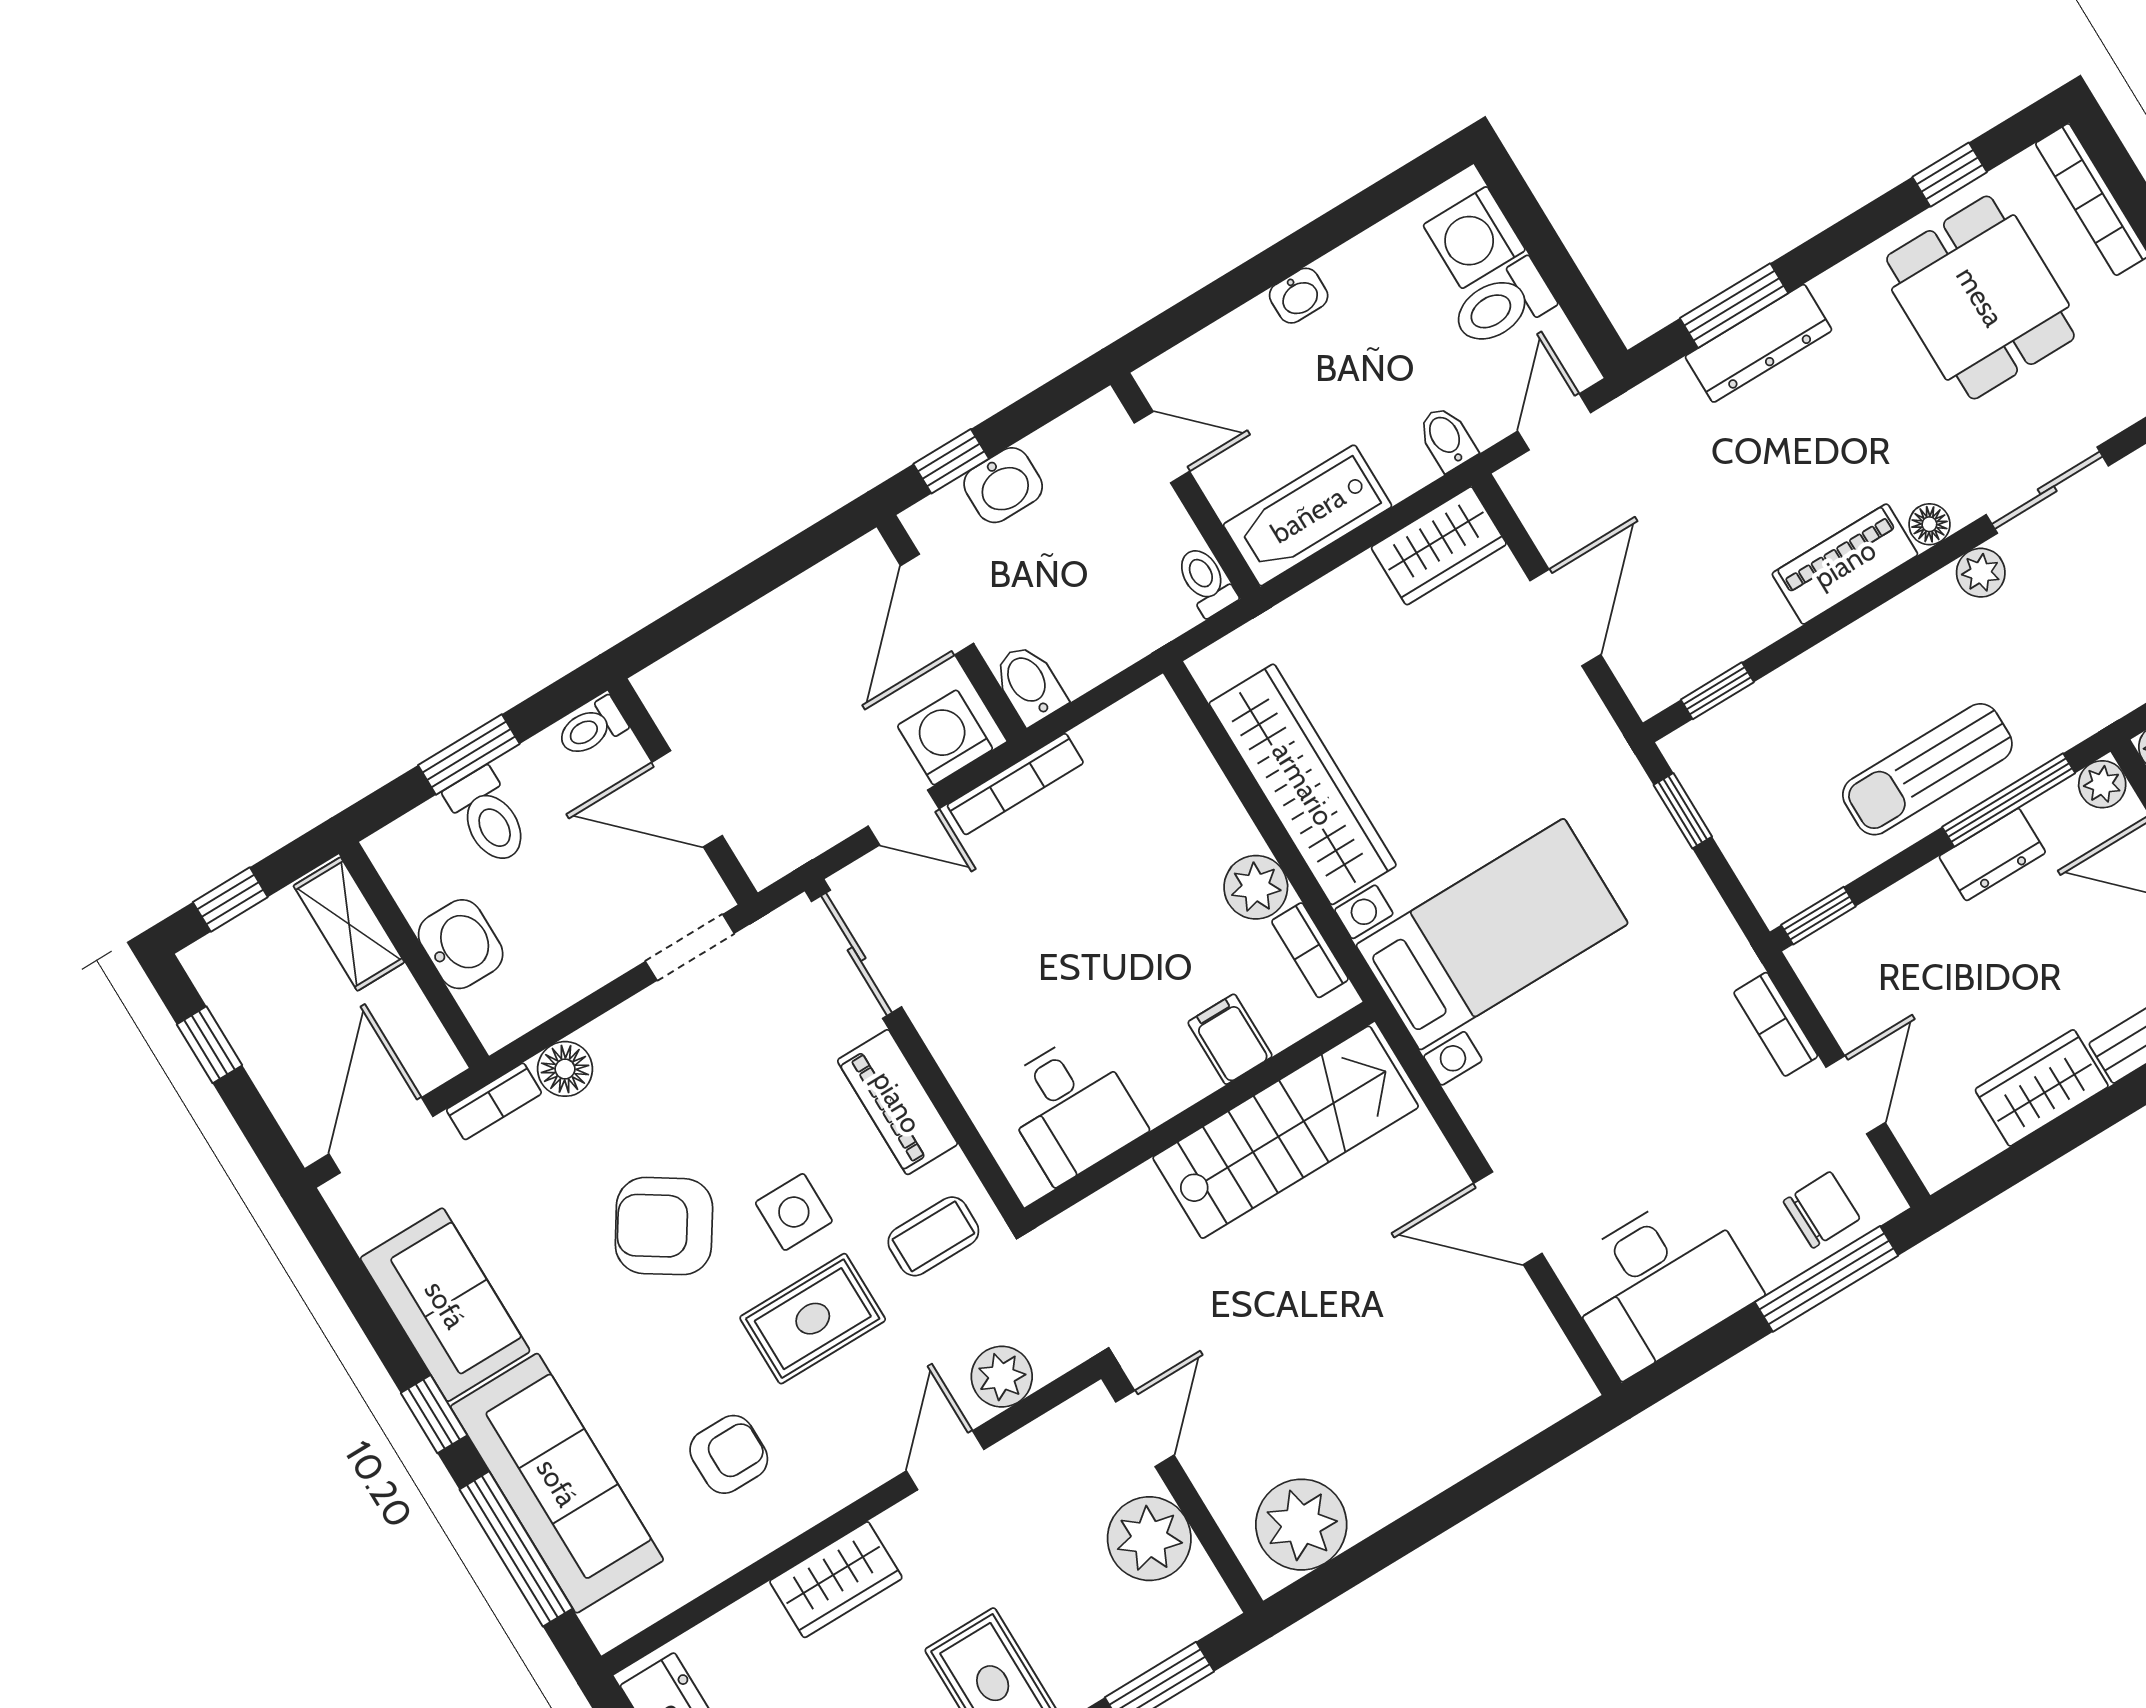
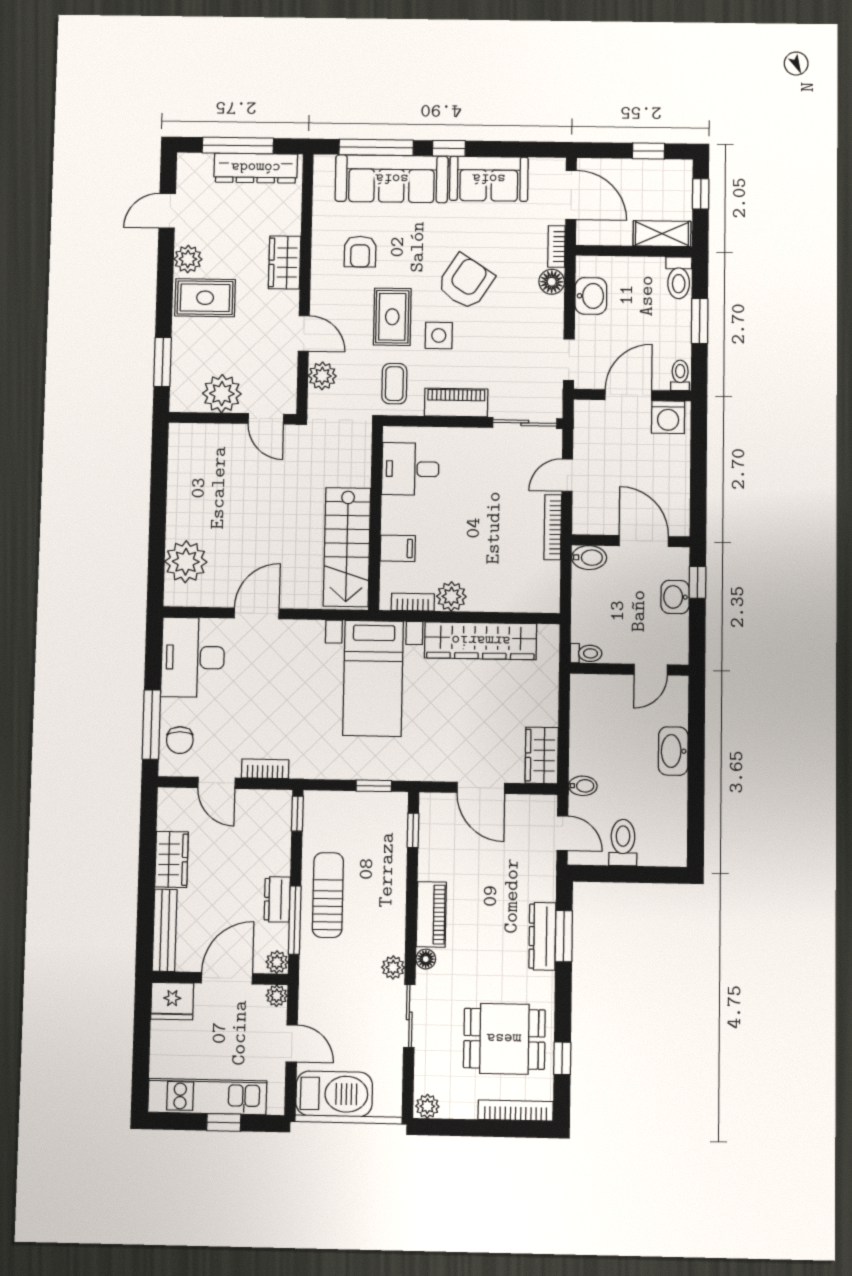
washing machine: (1474, 238) -> (657, 848), removed
washbasin: (1299, 296) -> (673, 751), width x1.91, depth x1.45
bathtub: (1308, 515) -> (587, 710), removed
washing machine: (945, 737) -> (668, 417), moved, turned 90
toilet: (488, 817) -> (679, 278), moved, turned -90
washbasin: (461, 944) -> (591, 296), moved, turned -90
plant: (1301, 1525) -> (186, 562), moved

